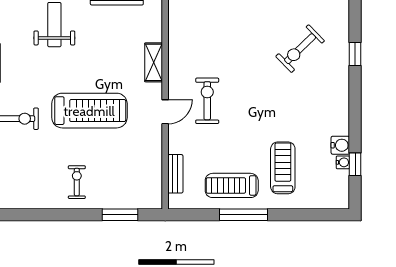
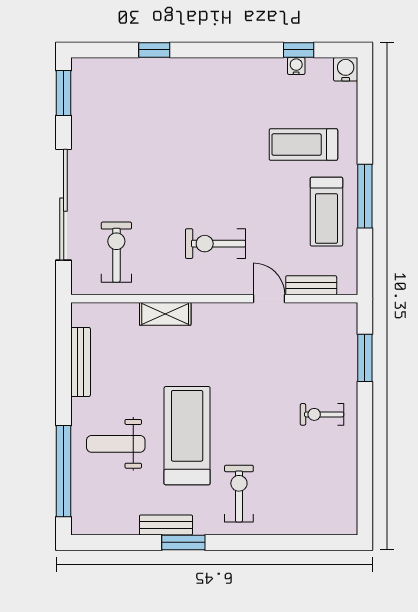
exercise bike: (300, 49) -> (116, 252), moved, turned -136
treadmill: (89, 111) -> (187, 436), moved
door: (165, 112) -> (269, 299), moved
water cooler: (340, 145) -> (346, 69), moved

